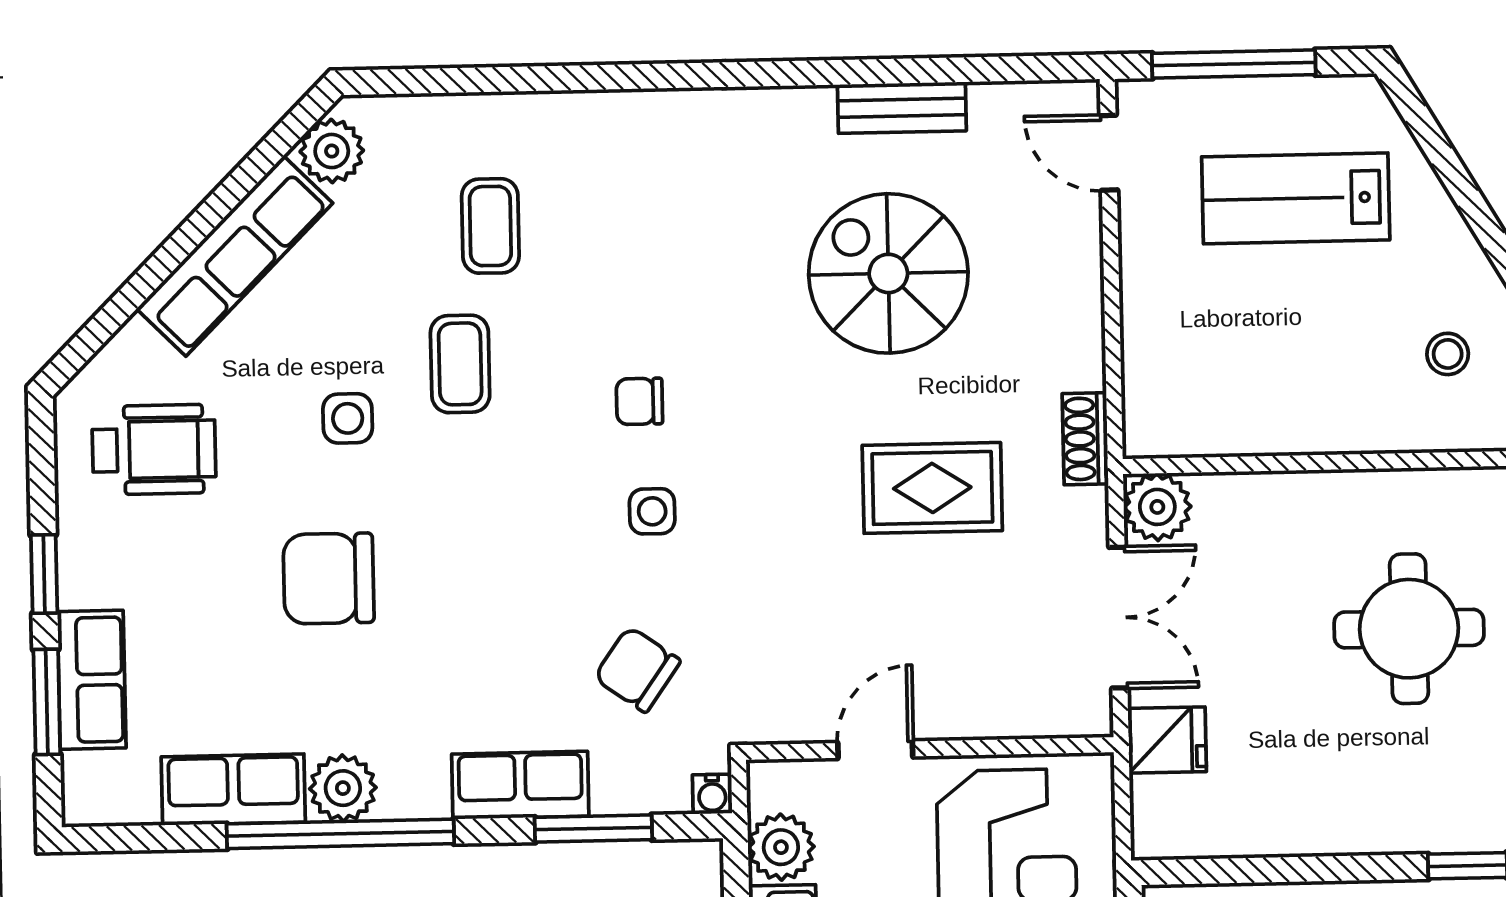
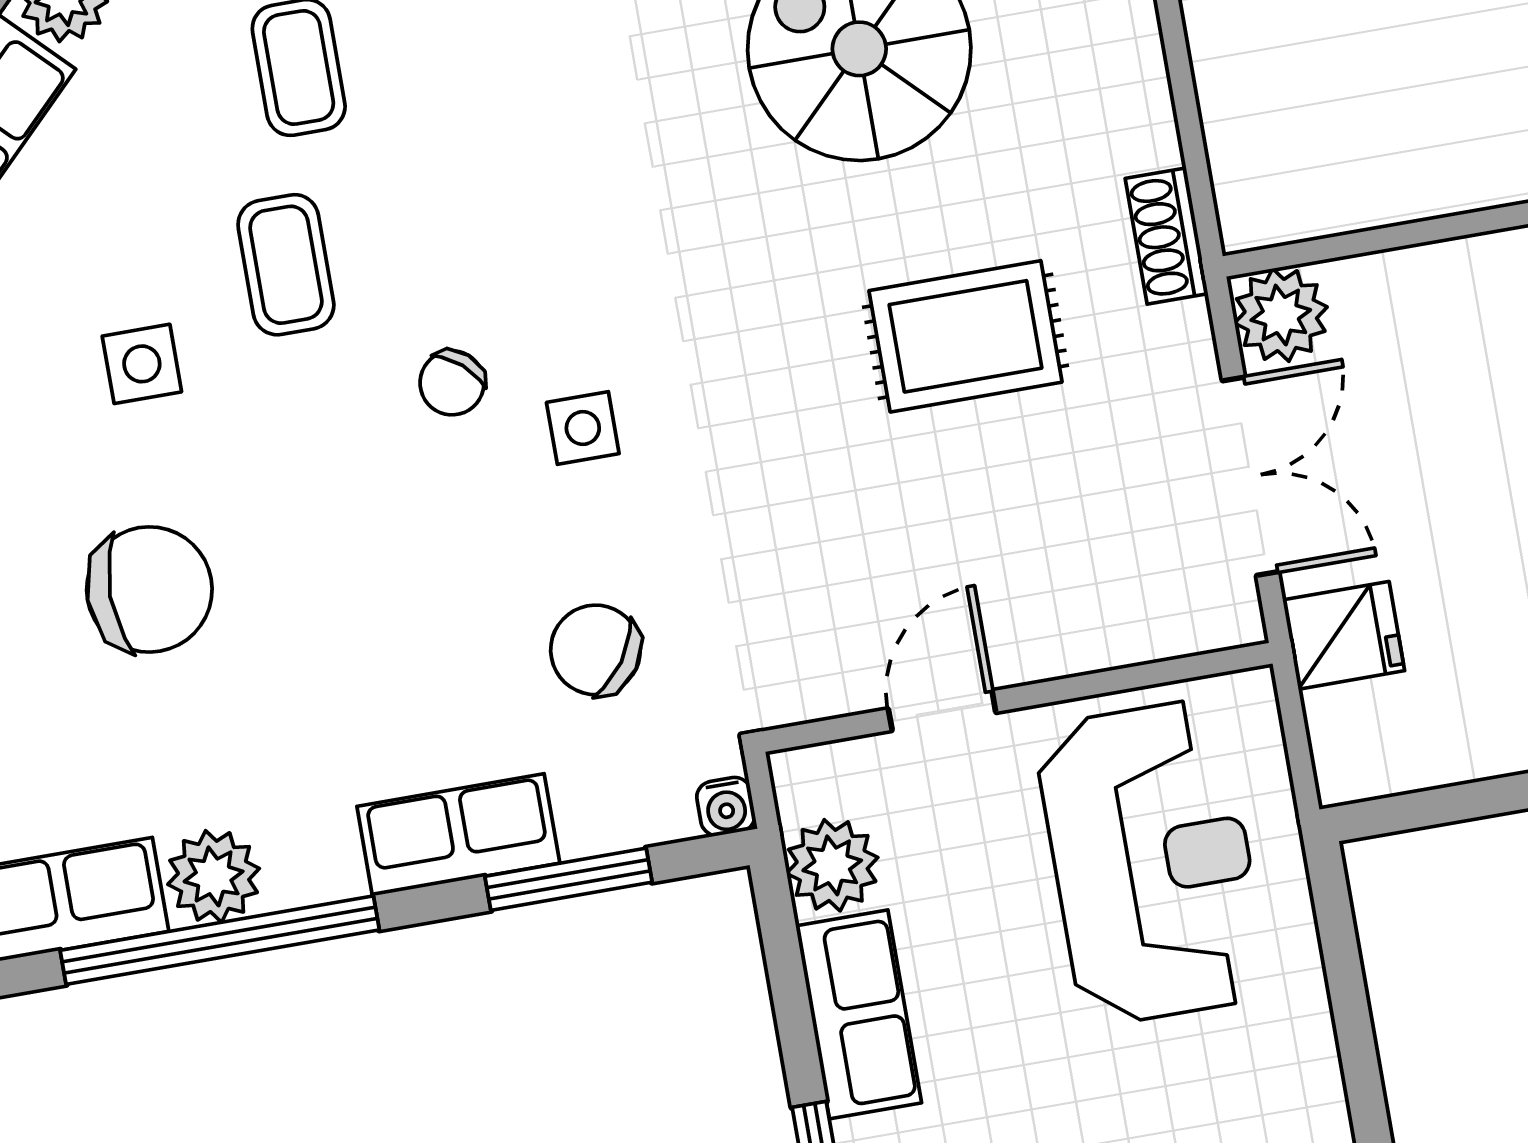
chair: (639, 401) -> (452, 383), moved, turned -49
chair: (329, 578) -> (149, 589), turned 180

